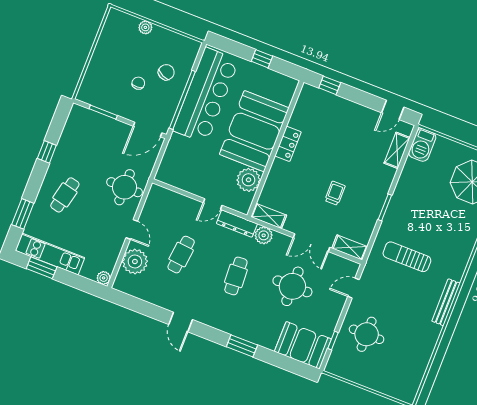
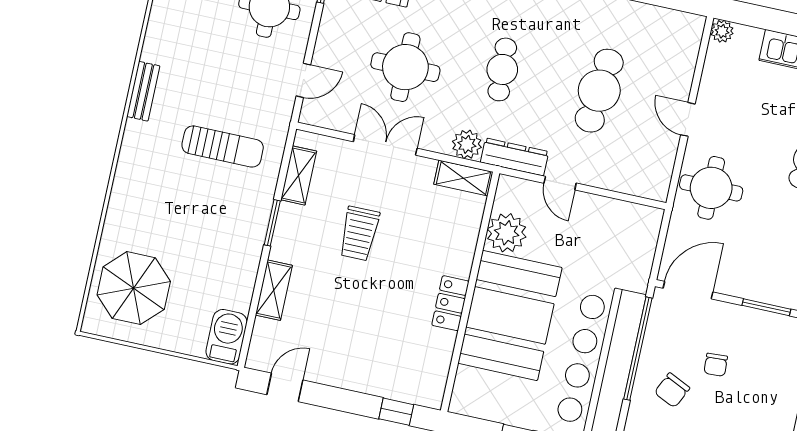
shelving: (397, 150) -> (274, 290), moved
trolley: (335, 193) -> (359, 233), width x1.36, depth x1.39
door: (213, 204) -> (560, 183), swing flipped
shelving: (350, 247) -> (299, 175), moved, turned 90
cafe table: (181, 255) -> (599, 91), width x1.37, depth x1.35
plant: (135, 262) -> (674, 67), removed
bench: (446, 302) -> (143, 91), width x0.73

